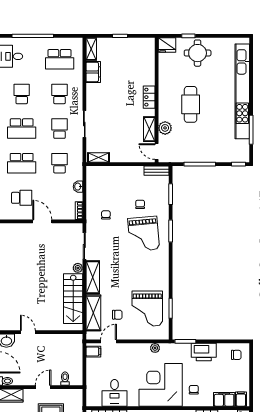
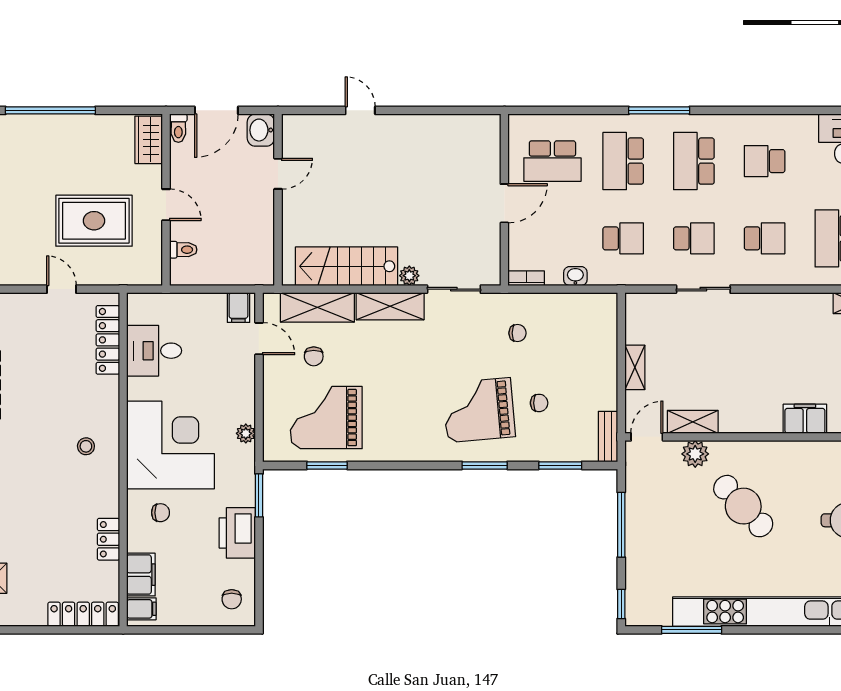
filing cabinet: (93, 72) -> (805, 419), moved, turned 180
school desk: (22, 94) -> (765, 161), turned 180
locker: (149, 97) -> (758, 422), removed
cafe table: (191, 104) -> (743, 506), turned 47
shelving: (99, 157) -> (635, 367), moved
school desk: (22, 198) -> (552, 161), width x1.85

